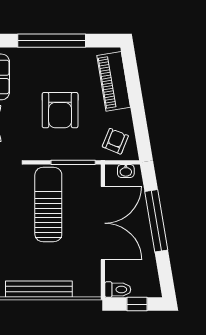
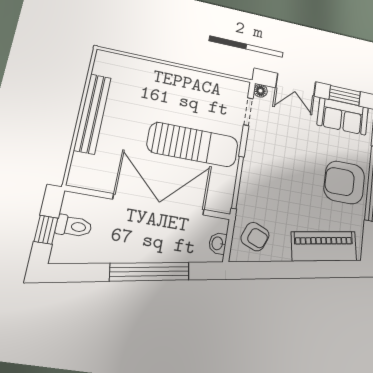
armchair: (60, 110) -> (344, 182), moved
double door: (103, 223) -> (159, 204), swing flipped
toilet: (118, 290) -> (74, 226), moved, turned -90

